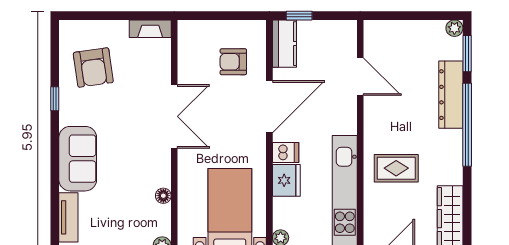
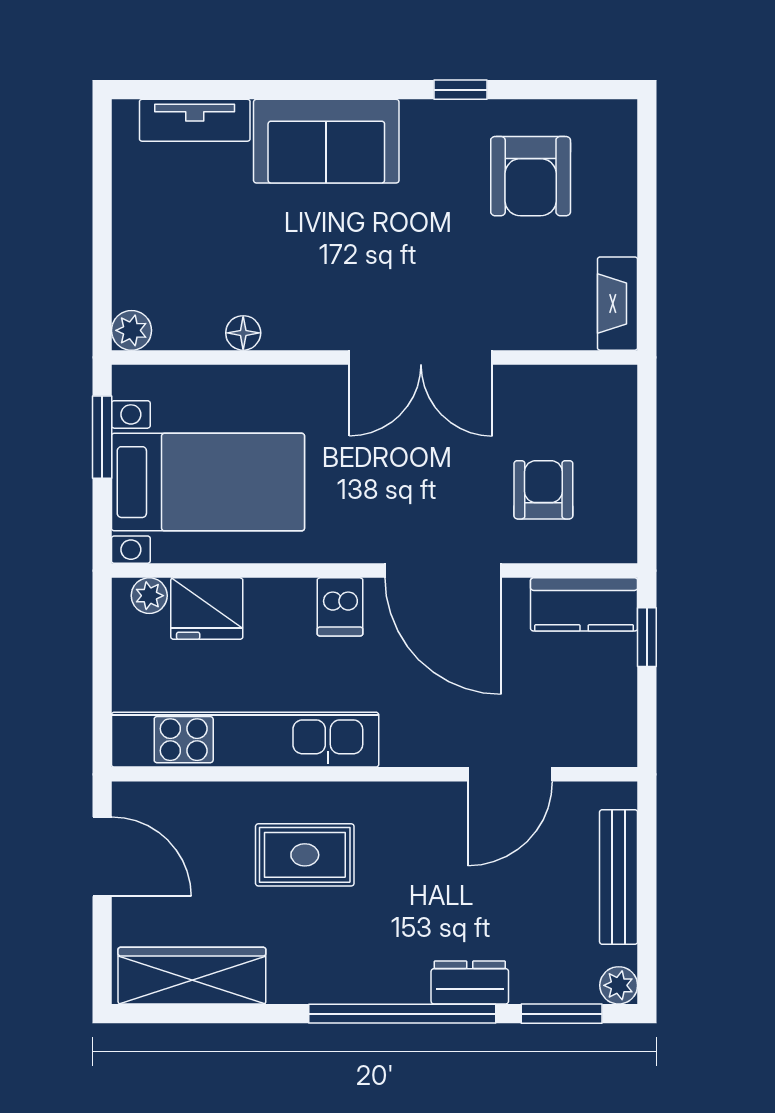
bench: (406, 28) -> (619, 877), added
armchair: (93, 67) -> (531, 176), turned -82
dresser: (451, 95) -> (470, 982), width x0.51, depth x0.80
rug: (396, 168) -> (305, 855), turned 90
fridge: (286, 180) -> (207, 609), moved

